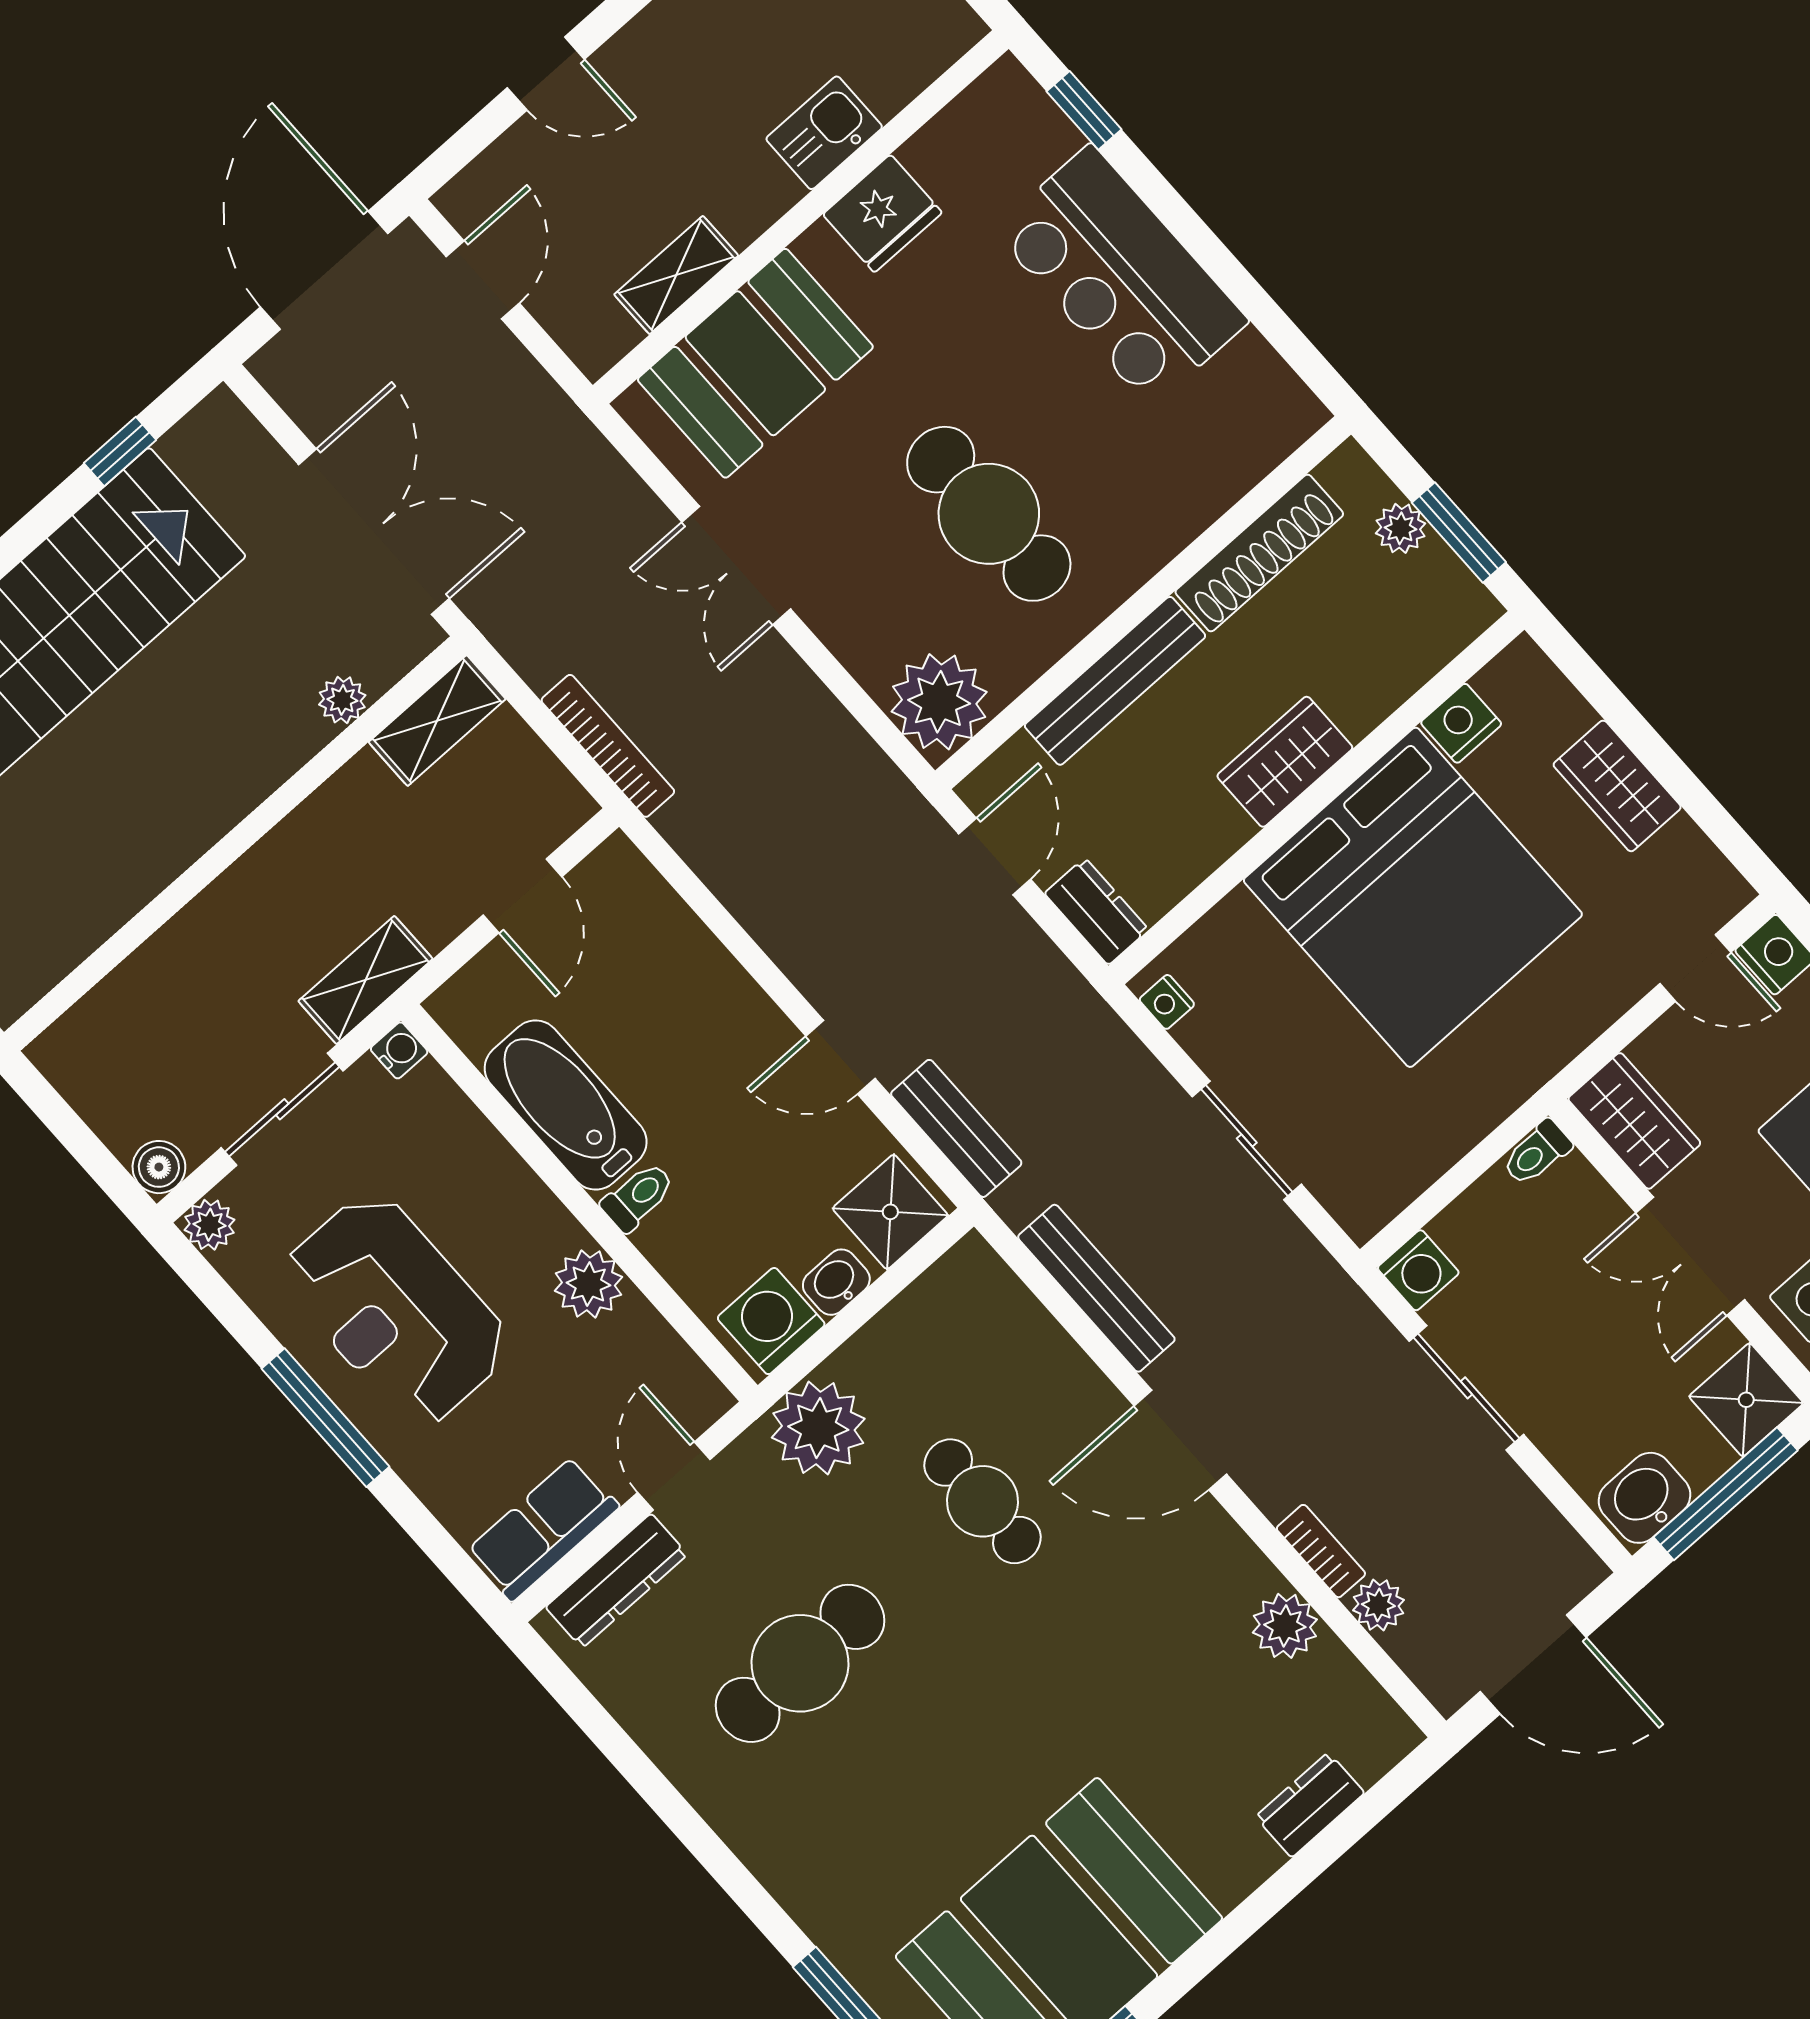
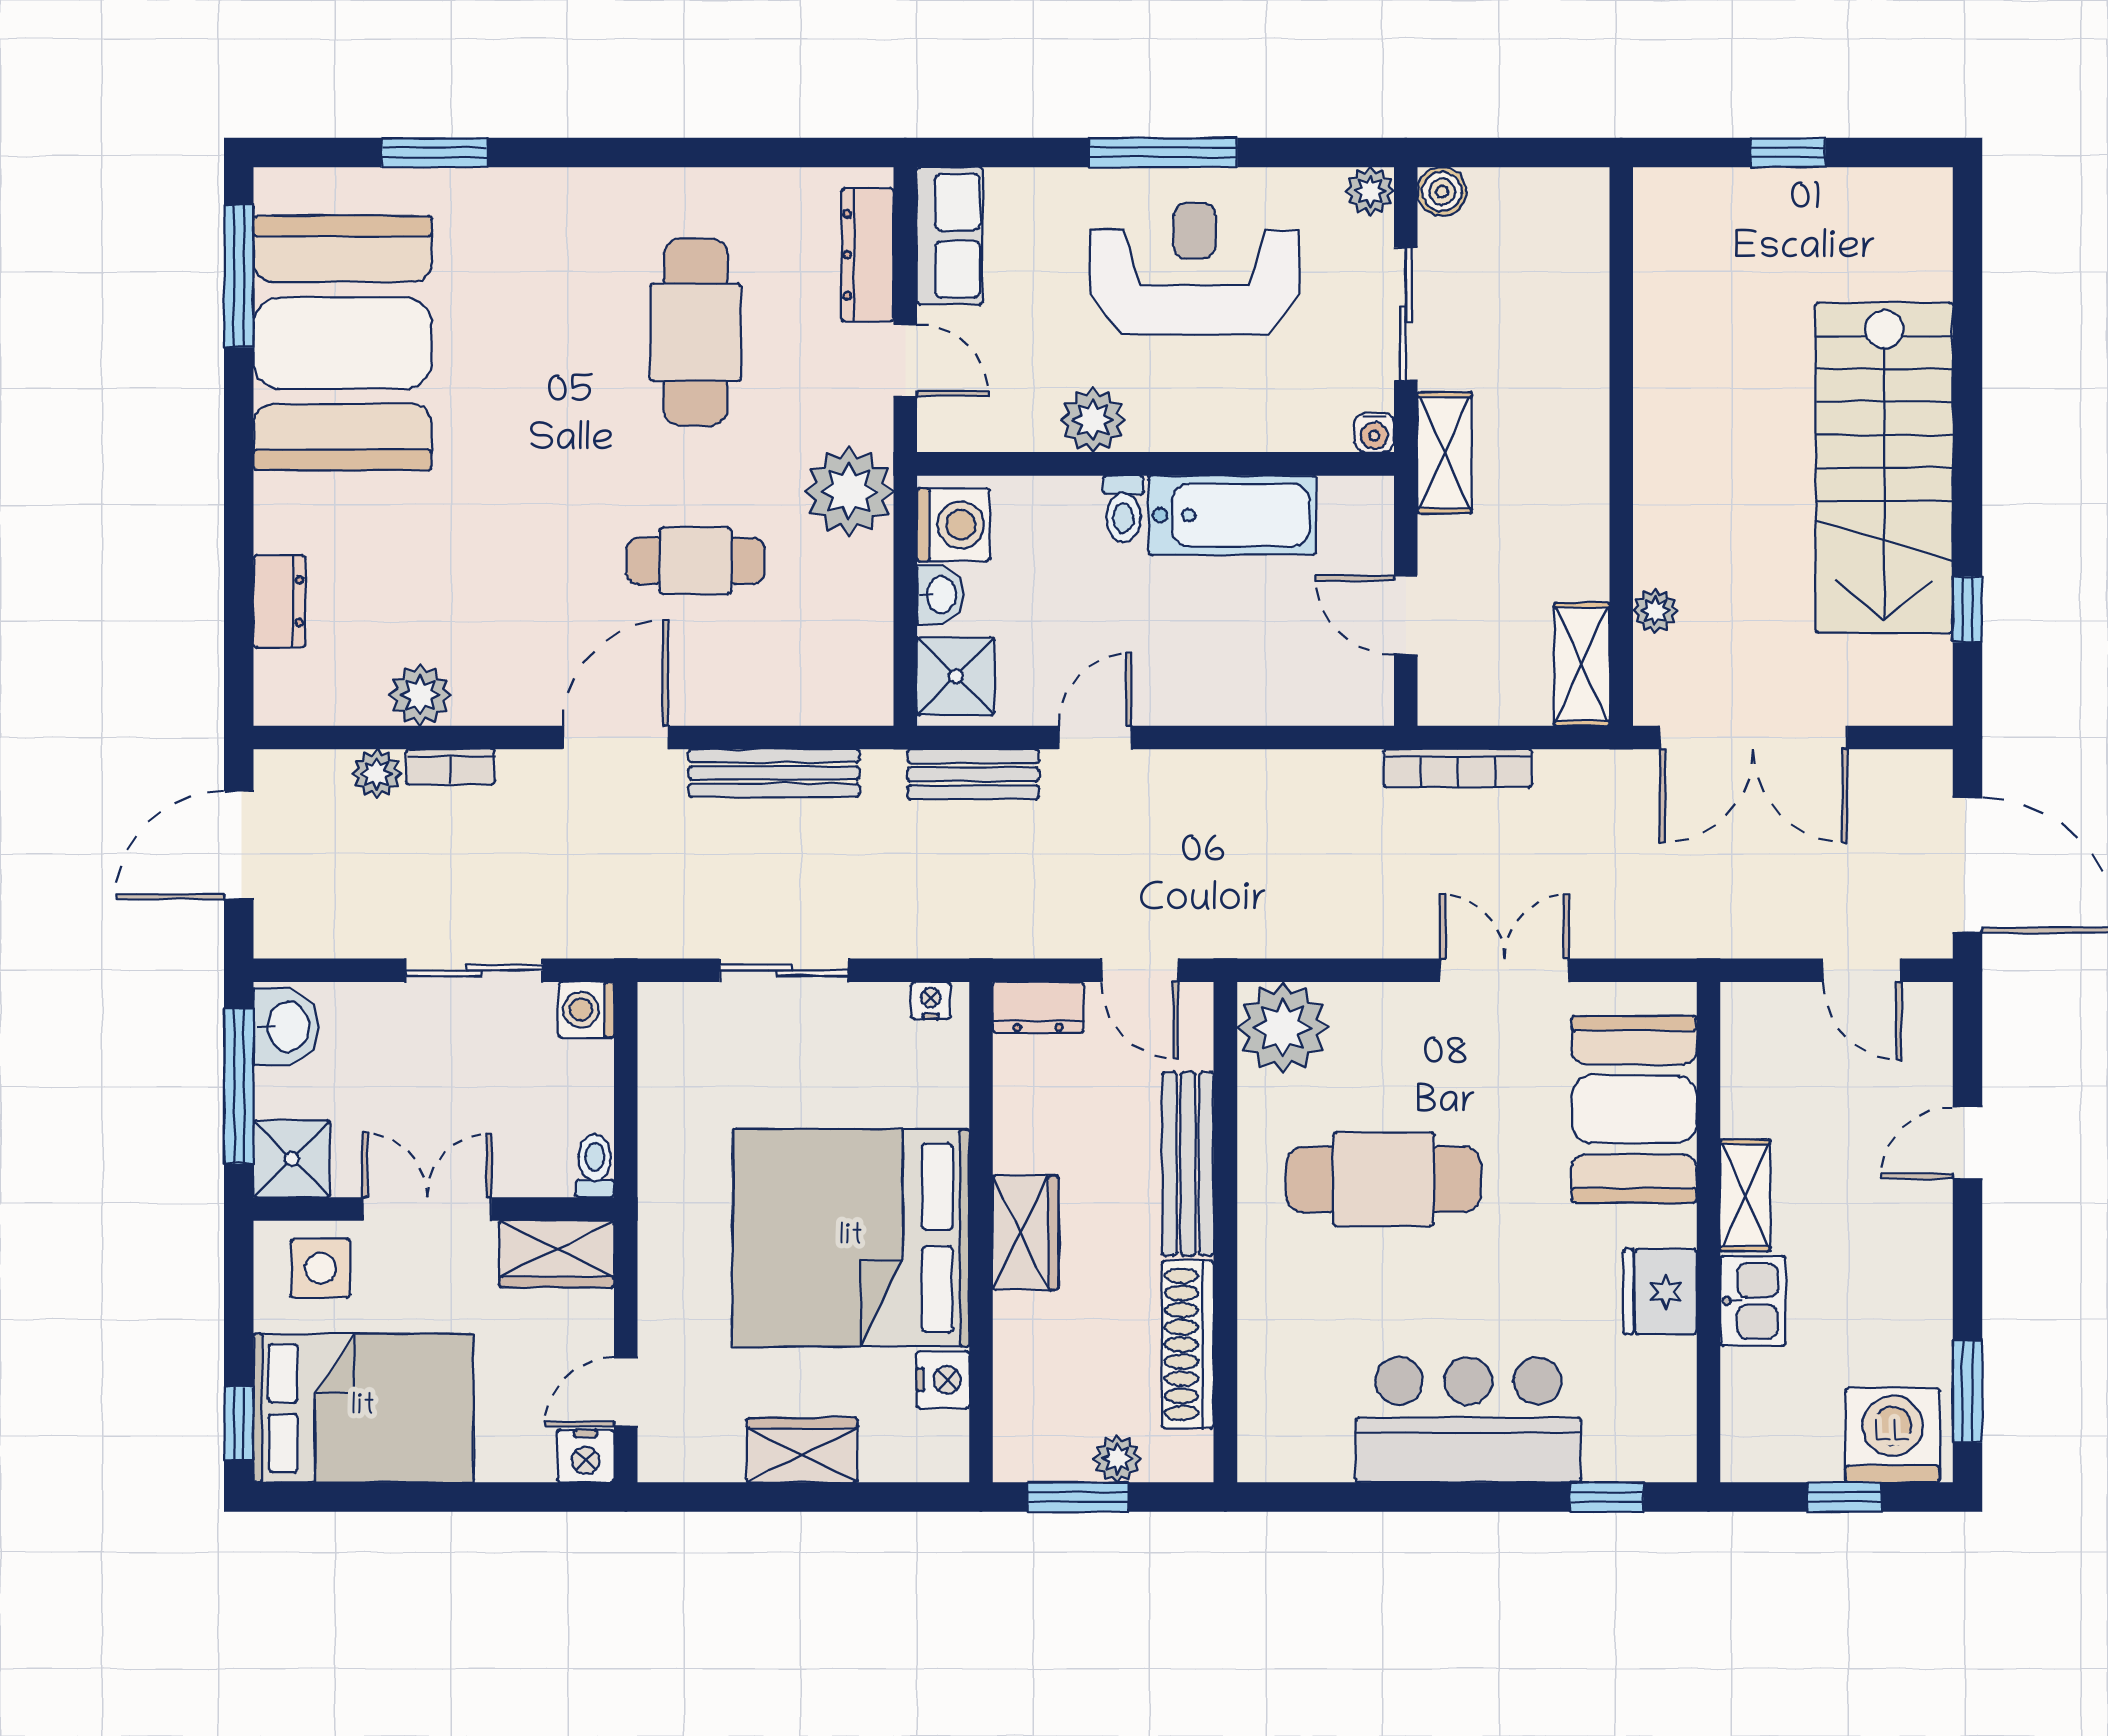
shelving: (676, 275) -> (1745, 1195), moved

